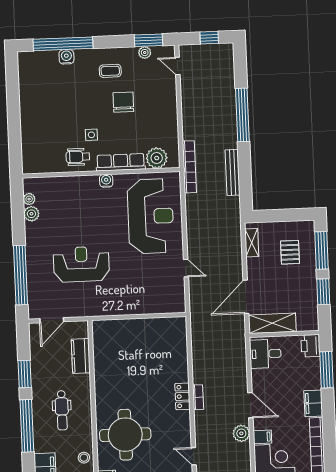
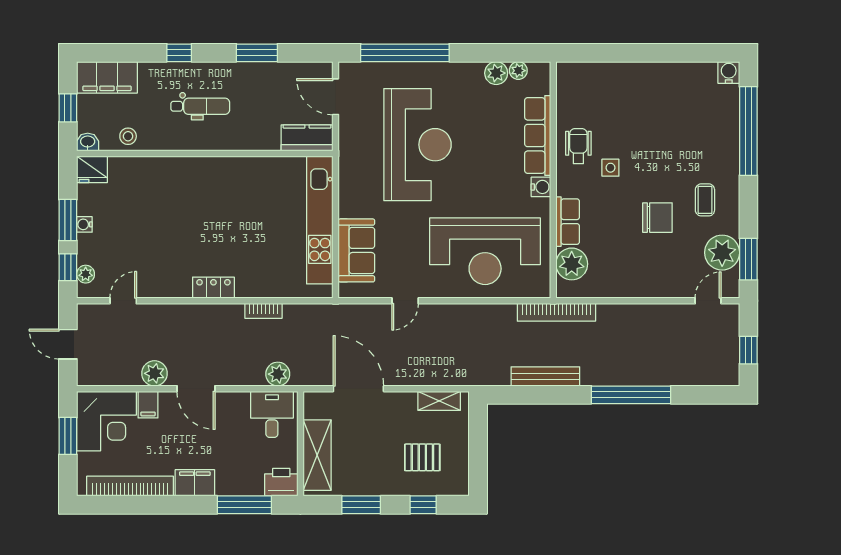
plant: (145, 53) -> (722, 253), width x1.87, depth x1.87
water cooler: (66, 57) -> (729, 72), moved, turned -90
row of seats: (121, 162) -> (568, 222), width x0.68
row of seats: (72, 184) -> (538, 135), added
window: (321, 250) -> (423, 505), width x0.46
reception desk: (81, 264) -> (418, 145), width x1.36, depth x1.30
sofa: (154, 302) -> (356, 250), added
shelving: (272, 323) -> (317, 455), moved
kitchen unit: (134, 327) -> (320, 220), added
plant: (238, 351) -> (278, 374), added
kitchen counter: (81, 356) -> (307, 138), moved
bookcase: (198, 397) -> (263, 311), moved
door: (250, 405) -> (196, 389), hinge flipped
dental chair: (62, 410) -> (200, 106), turned 180
window: (27, 426) -> (179, 53), width x0.32
round table: (125, 435) -> (160, 200), removed

